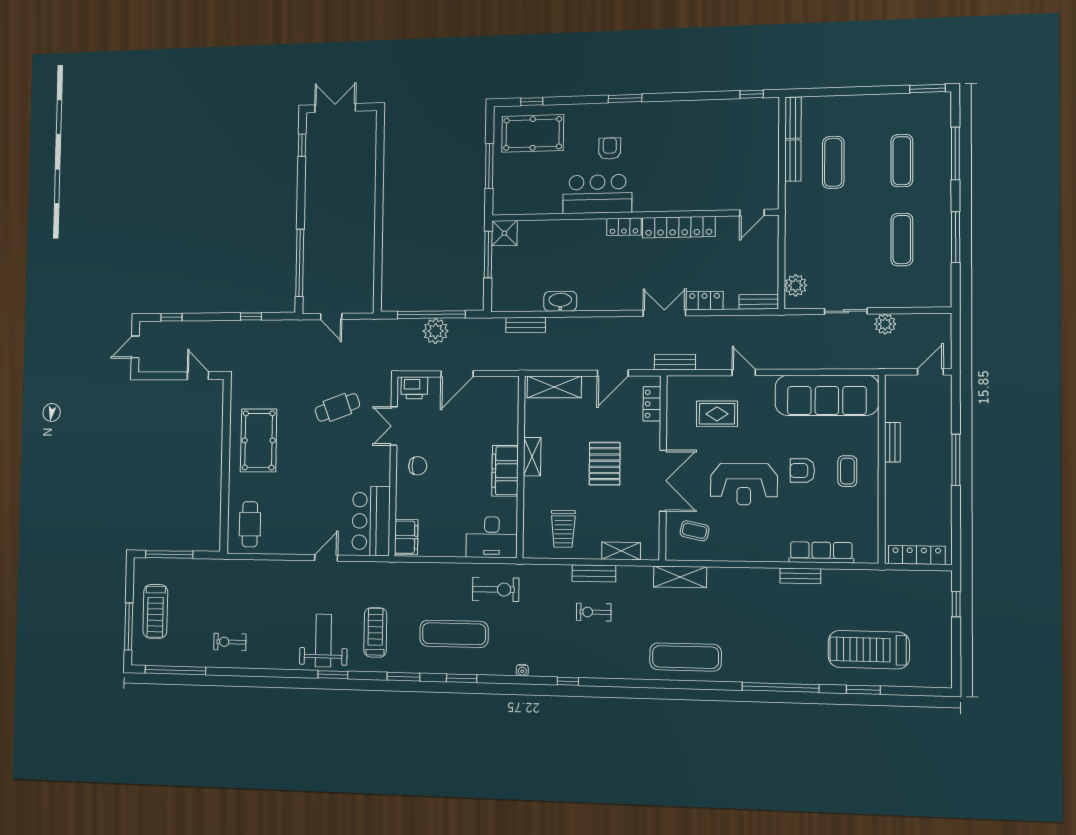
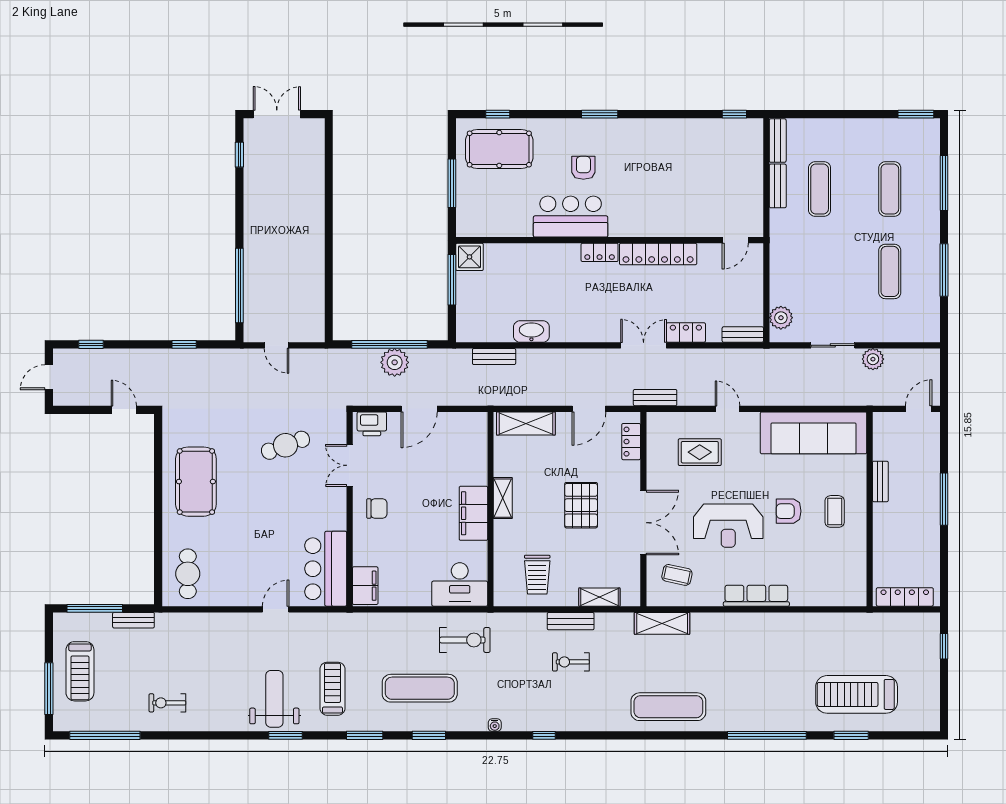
row of seats: (821, 552) -> (756, 596), moved
bench: (800, 576) -> (133, 620), moved

